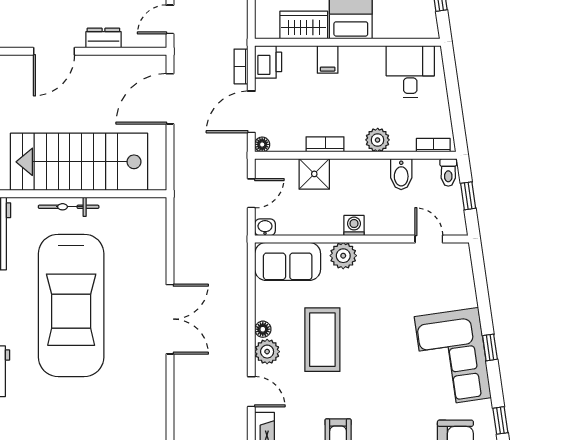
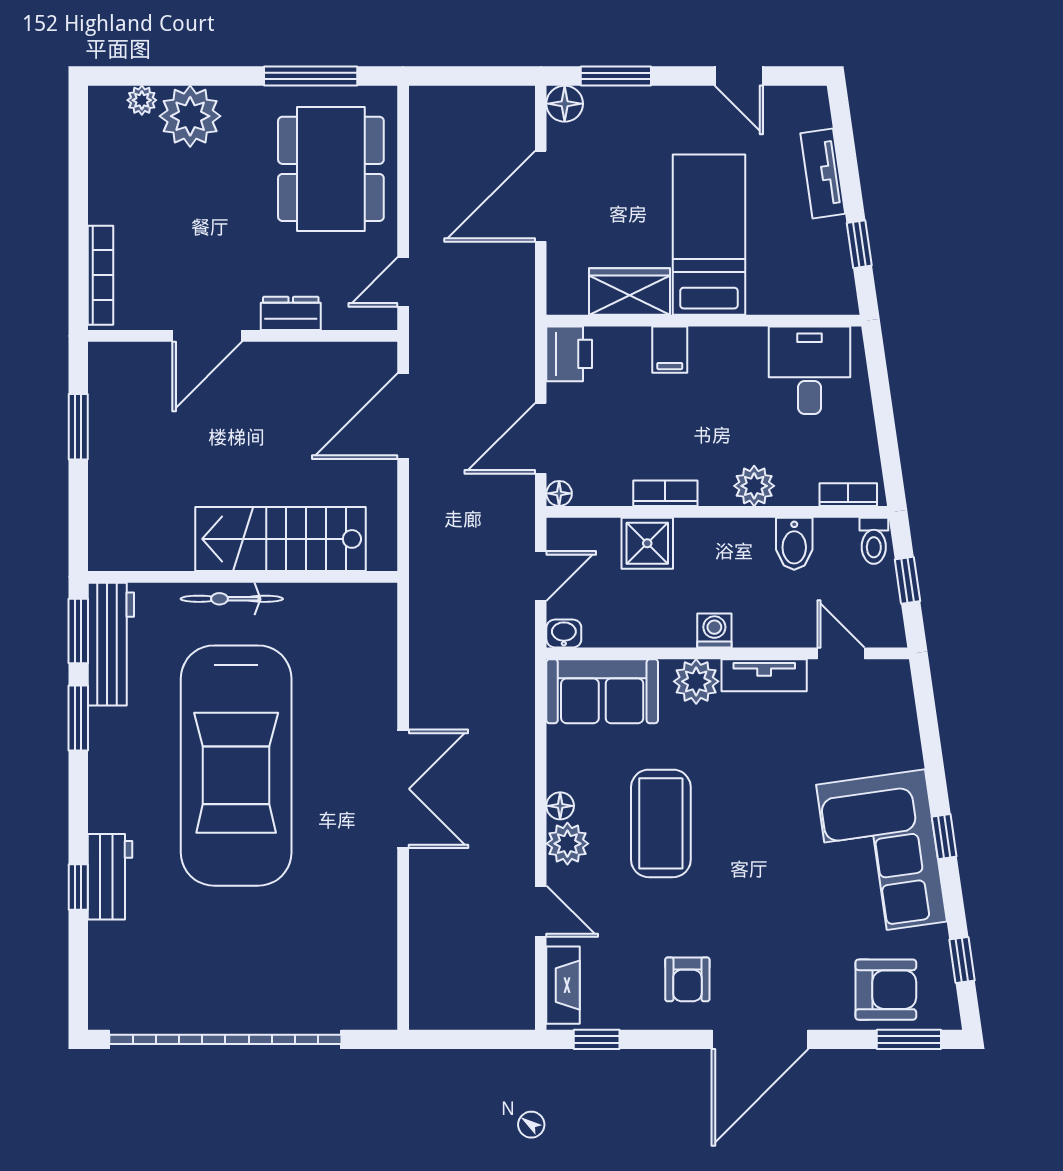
bookcase: (241, 66) -> (523, 361), removed
stairs: (79, 162) -> (280, 539), width x0.73, depth x0.66
tv unit: (383, 252) -> (764, 675), added

